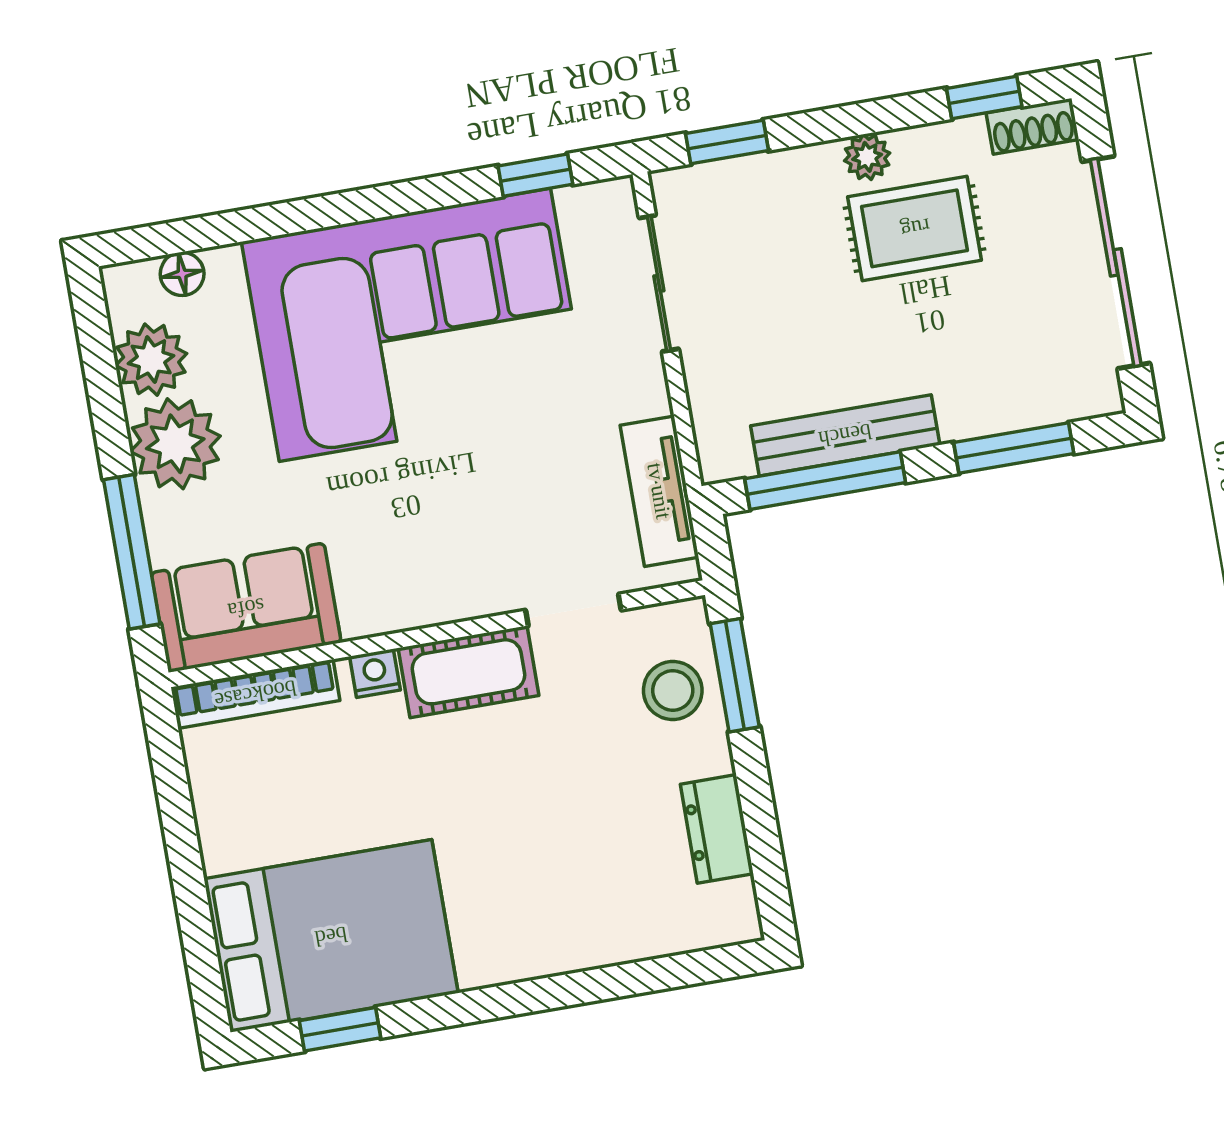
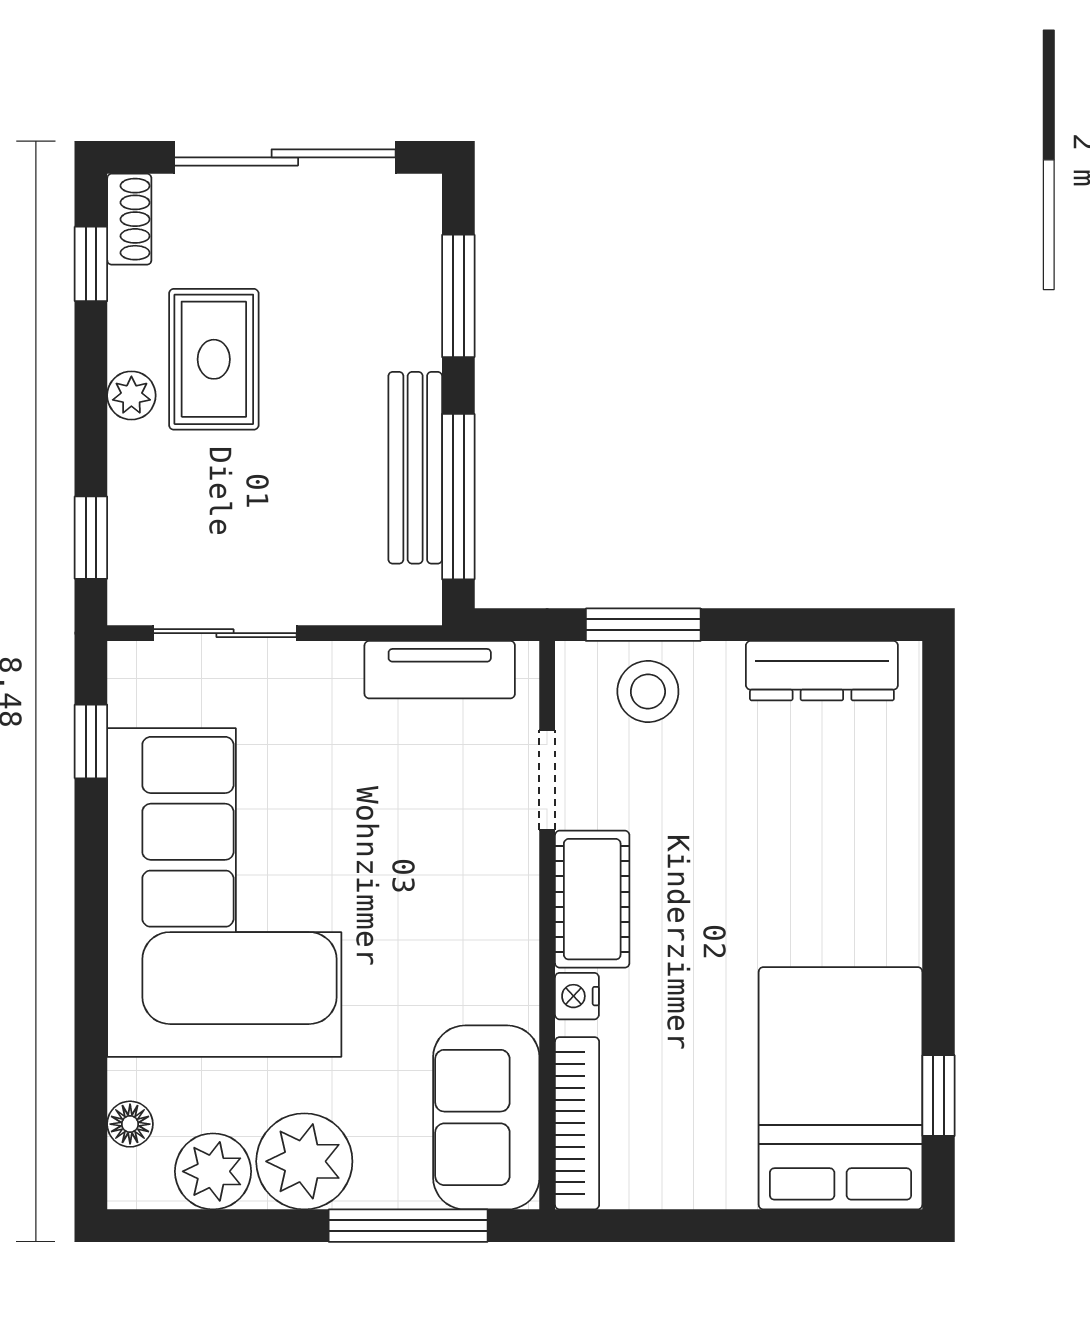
dresser: (717, 829) -> (822, 671), width x1.44

